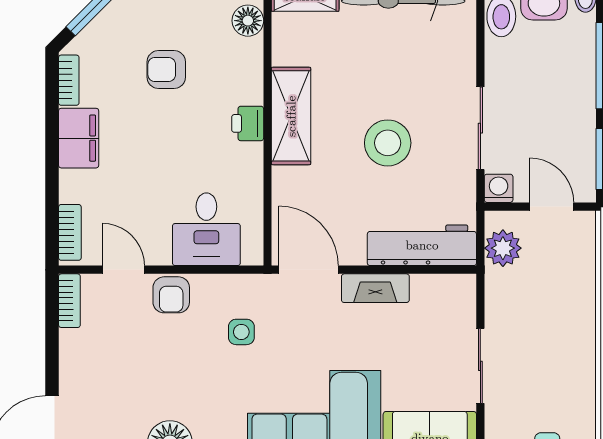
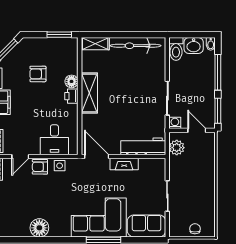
floor lamp: (248, 21) -> (72, 81), moved
stool: (388, 143) -> (129, 104), removed
door: (123, 270) -> (20, 156), swing flipped
armchair: (171, 295) -> (40, 167), turned 90
side table: (241, 332) -> (60, 166), moved

